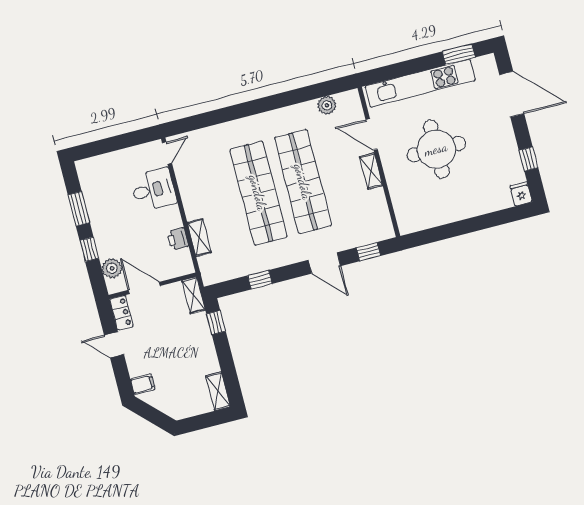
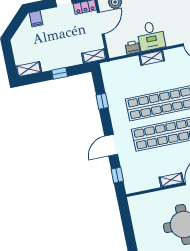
desk: (153, 190) -> (151, 36), moved
shelving: (199, 238) -> (152, 58), moved
window: (216, 322) -> (60, 73), moved

